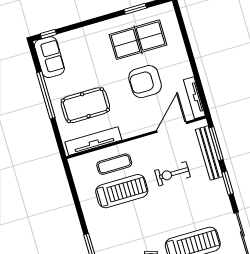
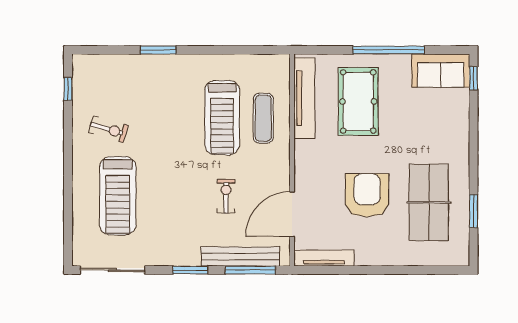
door: (172, 127) -> (292, 214), swing flipped
exercise bike: (172, 174) -> (226, 196), width x0.73, depth x0.72

